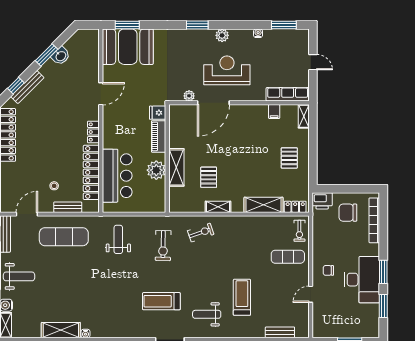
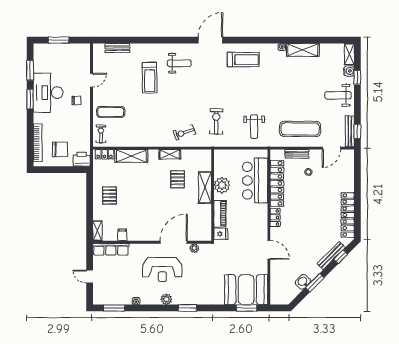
door: (101, 94) -> (269, 250), swing flipped
treadmill: (161, 301) -> (243, 59), moved

